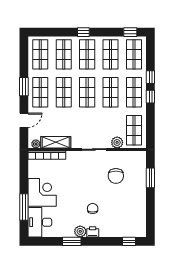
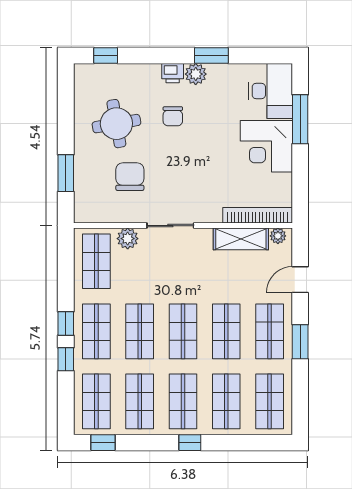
round table: (123, 205) -> (116, 124), added

